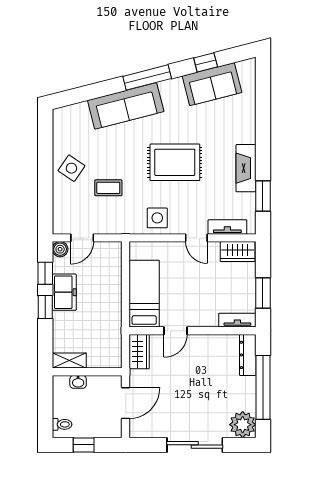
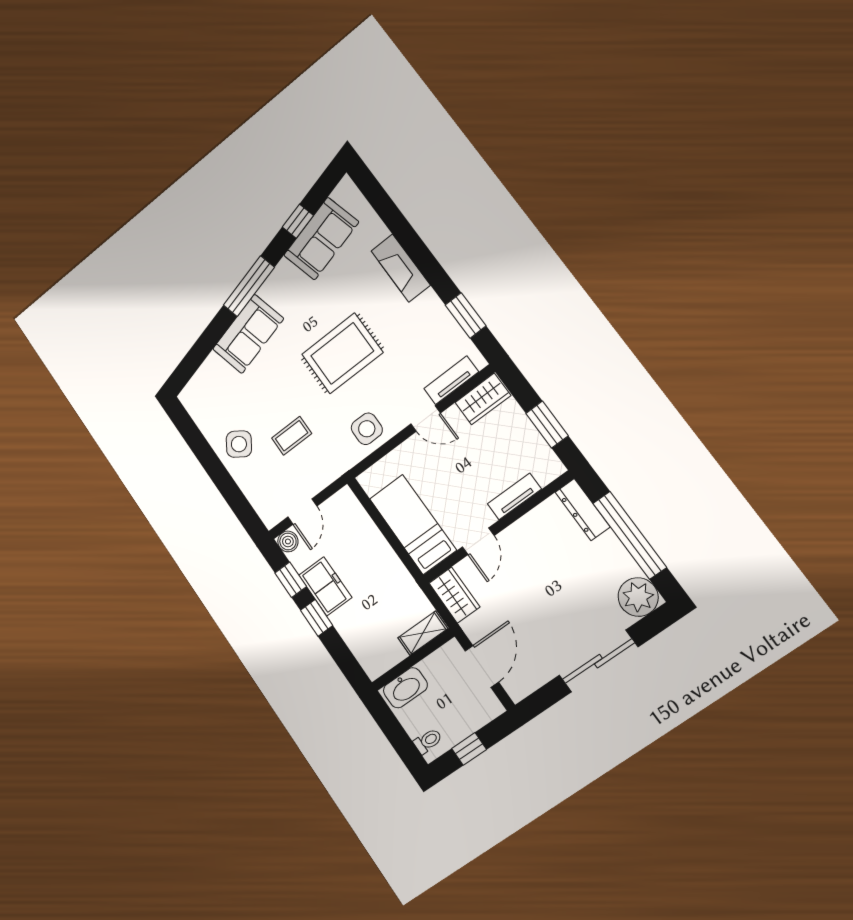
sofa: (126, 106) -> (248, 334), width x0.73
fireplace: (246, 168) -> (401, 268), moved
tv unit: (237, 320) -> (514, 496), moved
shelving: (69, 361) -> (423, 633), moved
washbasin: (78, 382) -> (405, 688), width x1.91, depth x1.45

